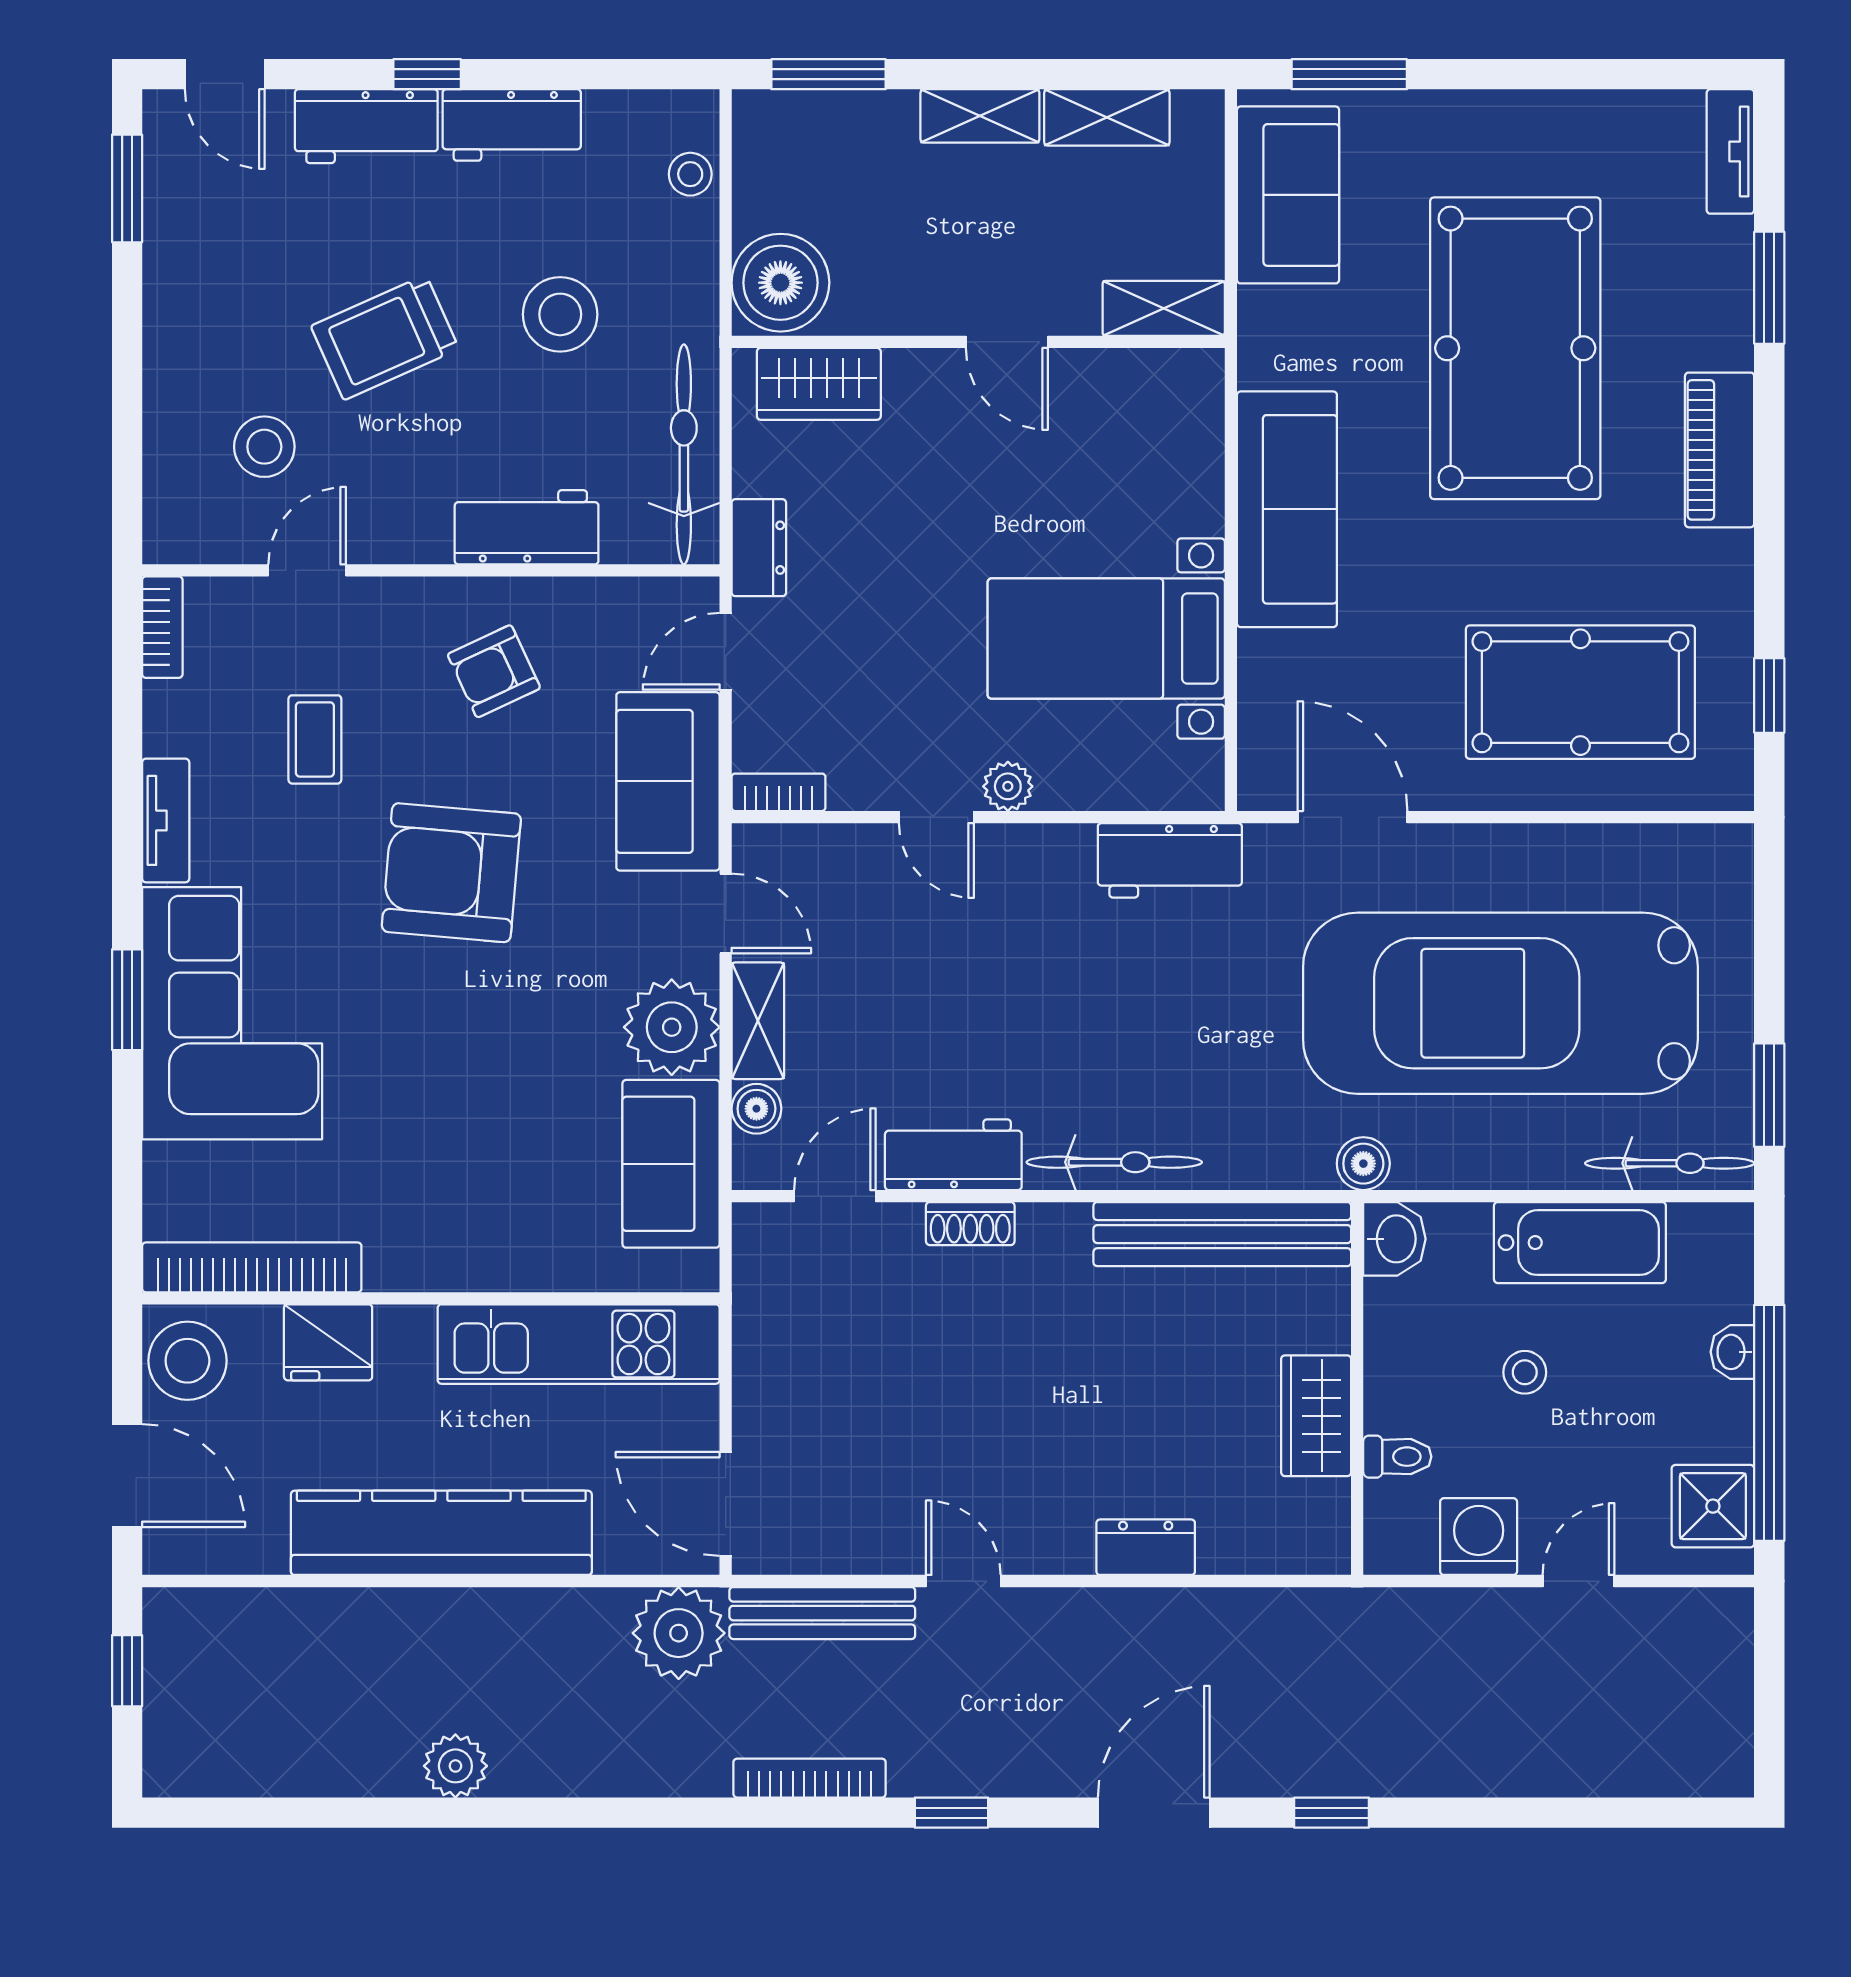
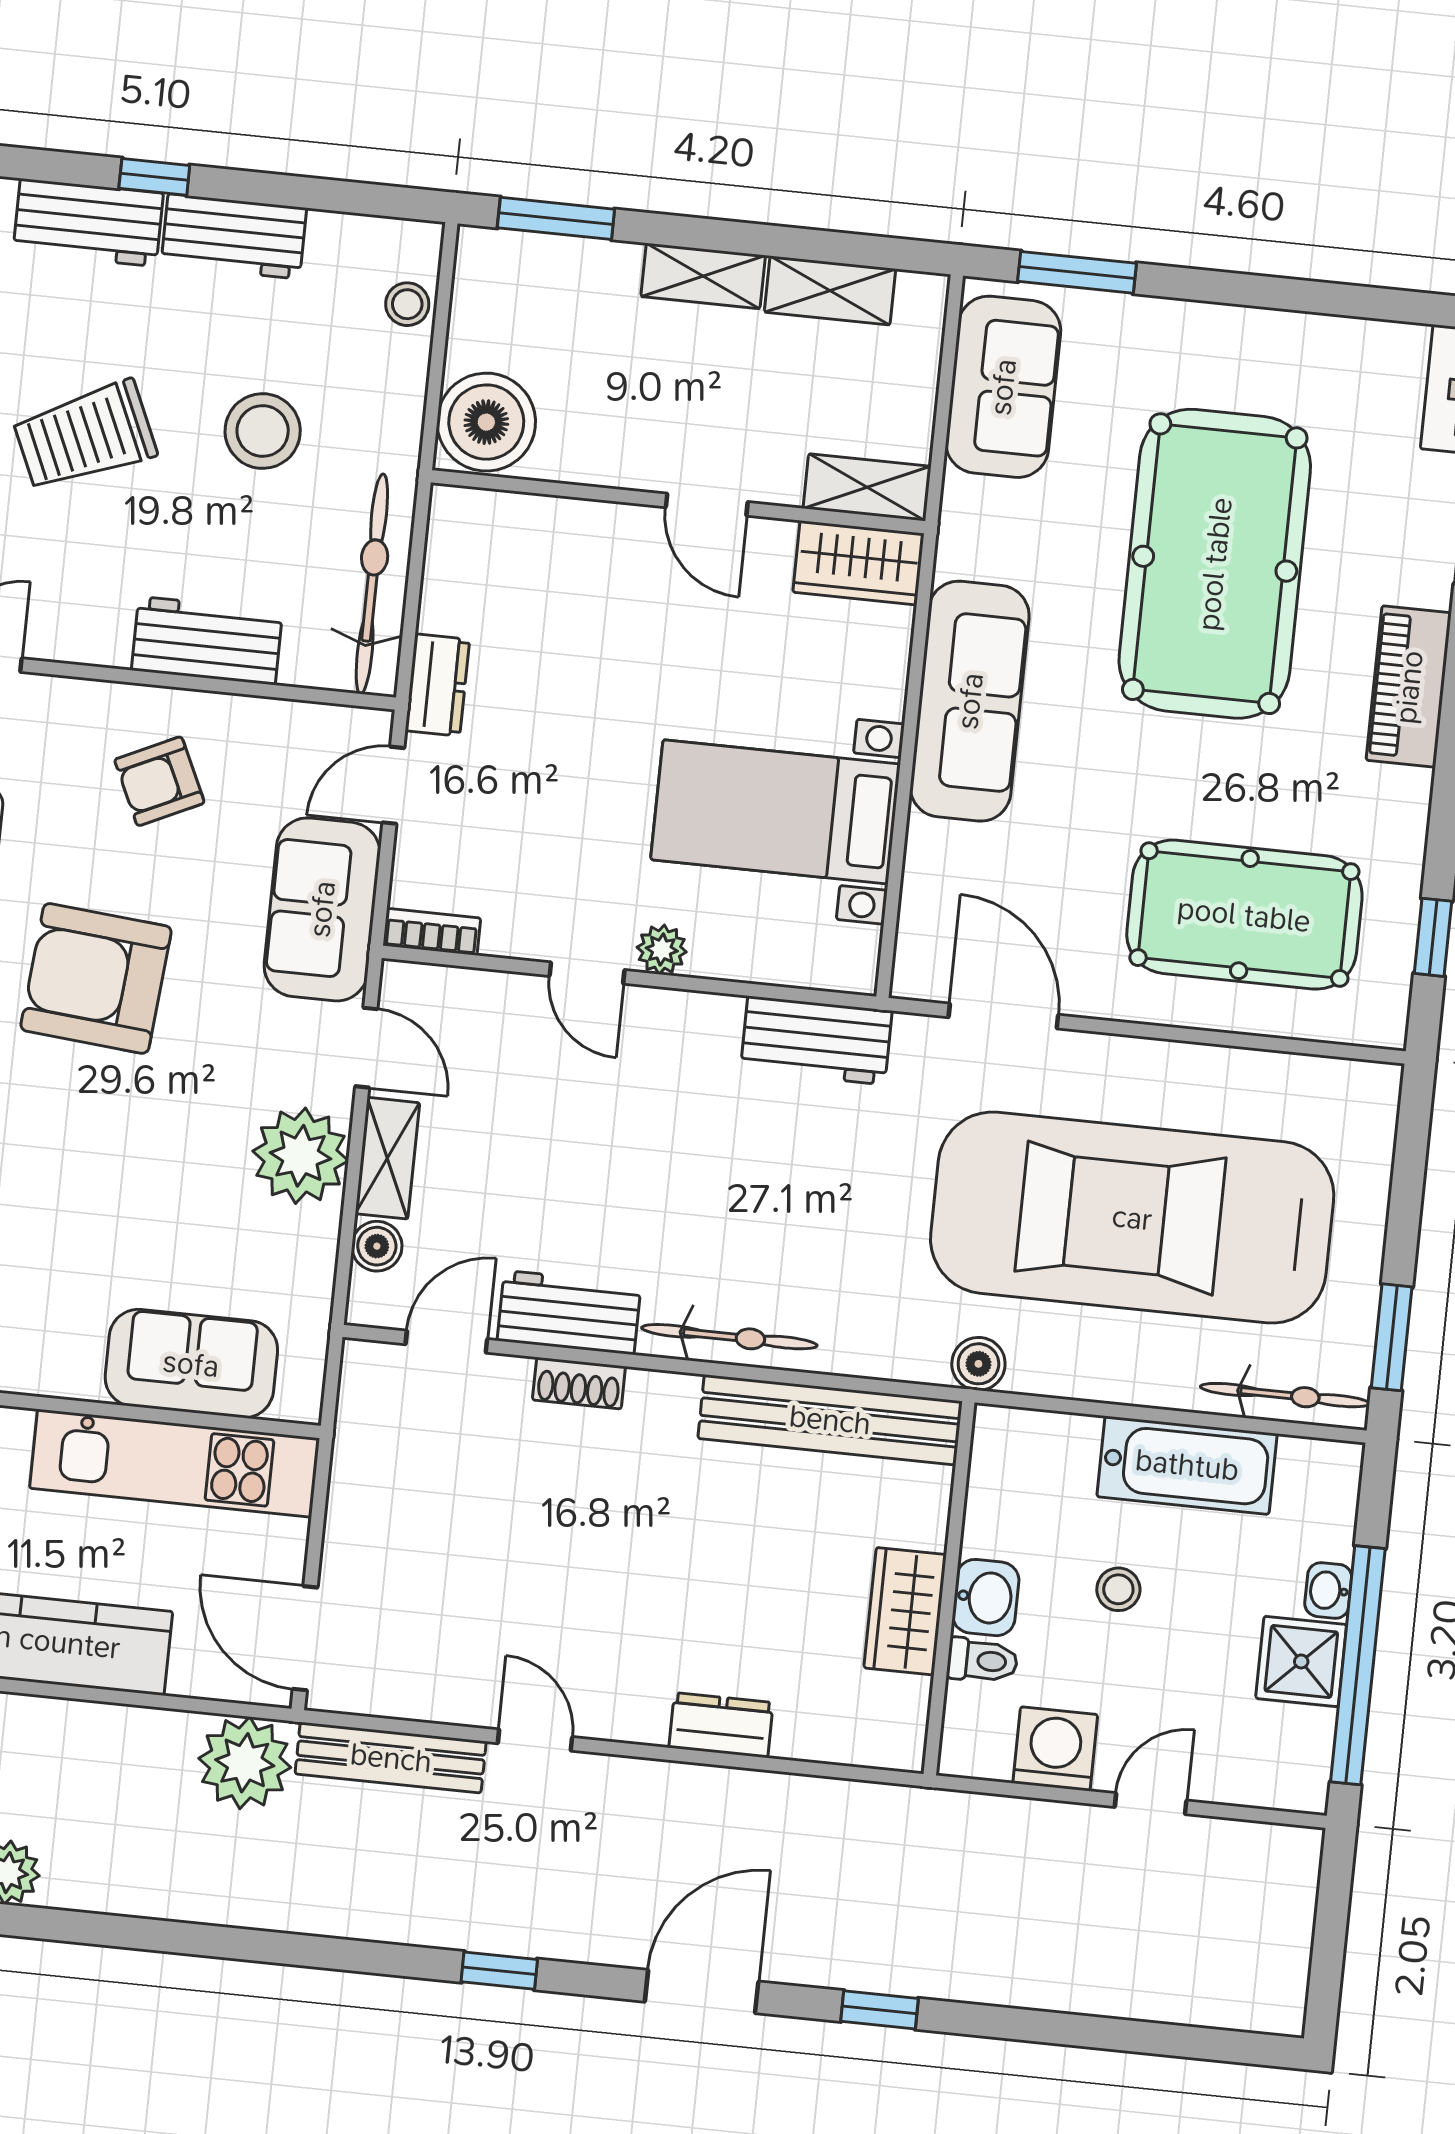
wardrobe: (819, 384) -> (859, 563), moved
sofa: (671, 1164) -> (191, 1364), moved, turned 90
washbasin: (1394, 1239) -> (986, 1598), moved
shower: (1713, 1506) -> (1301, 1661), moved
bookcase: (810, 1778) -> (361, 1921), removed

